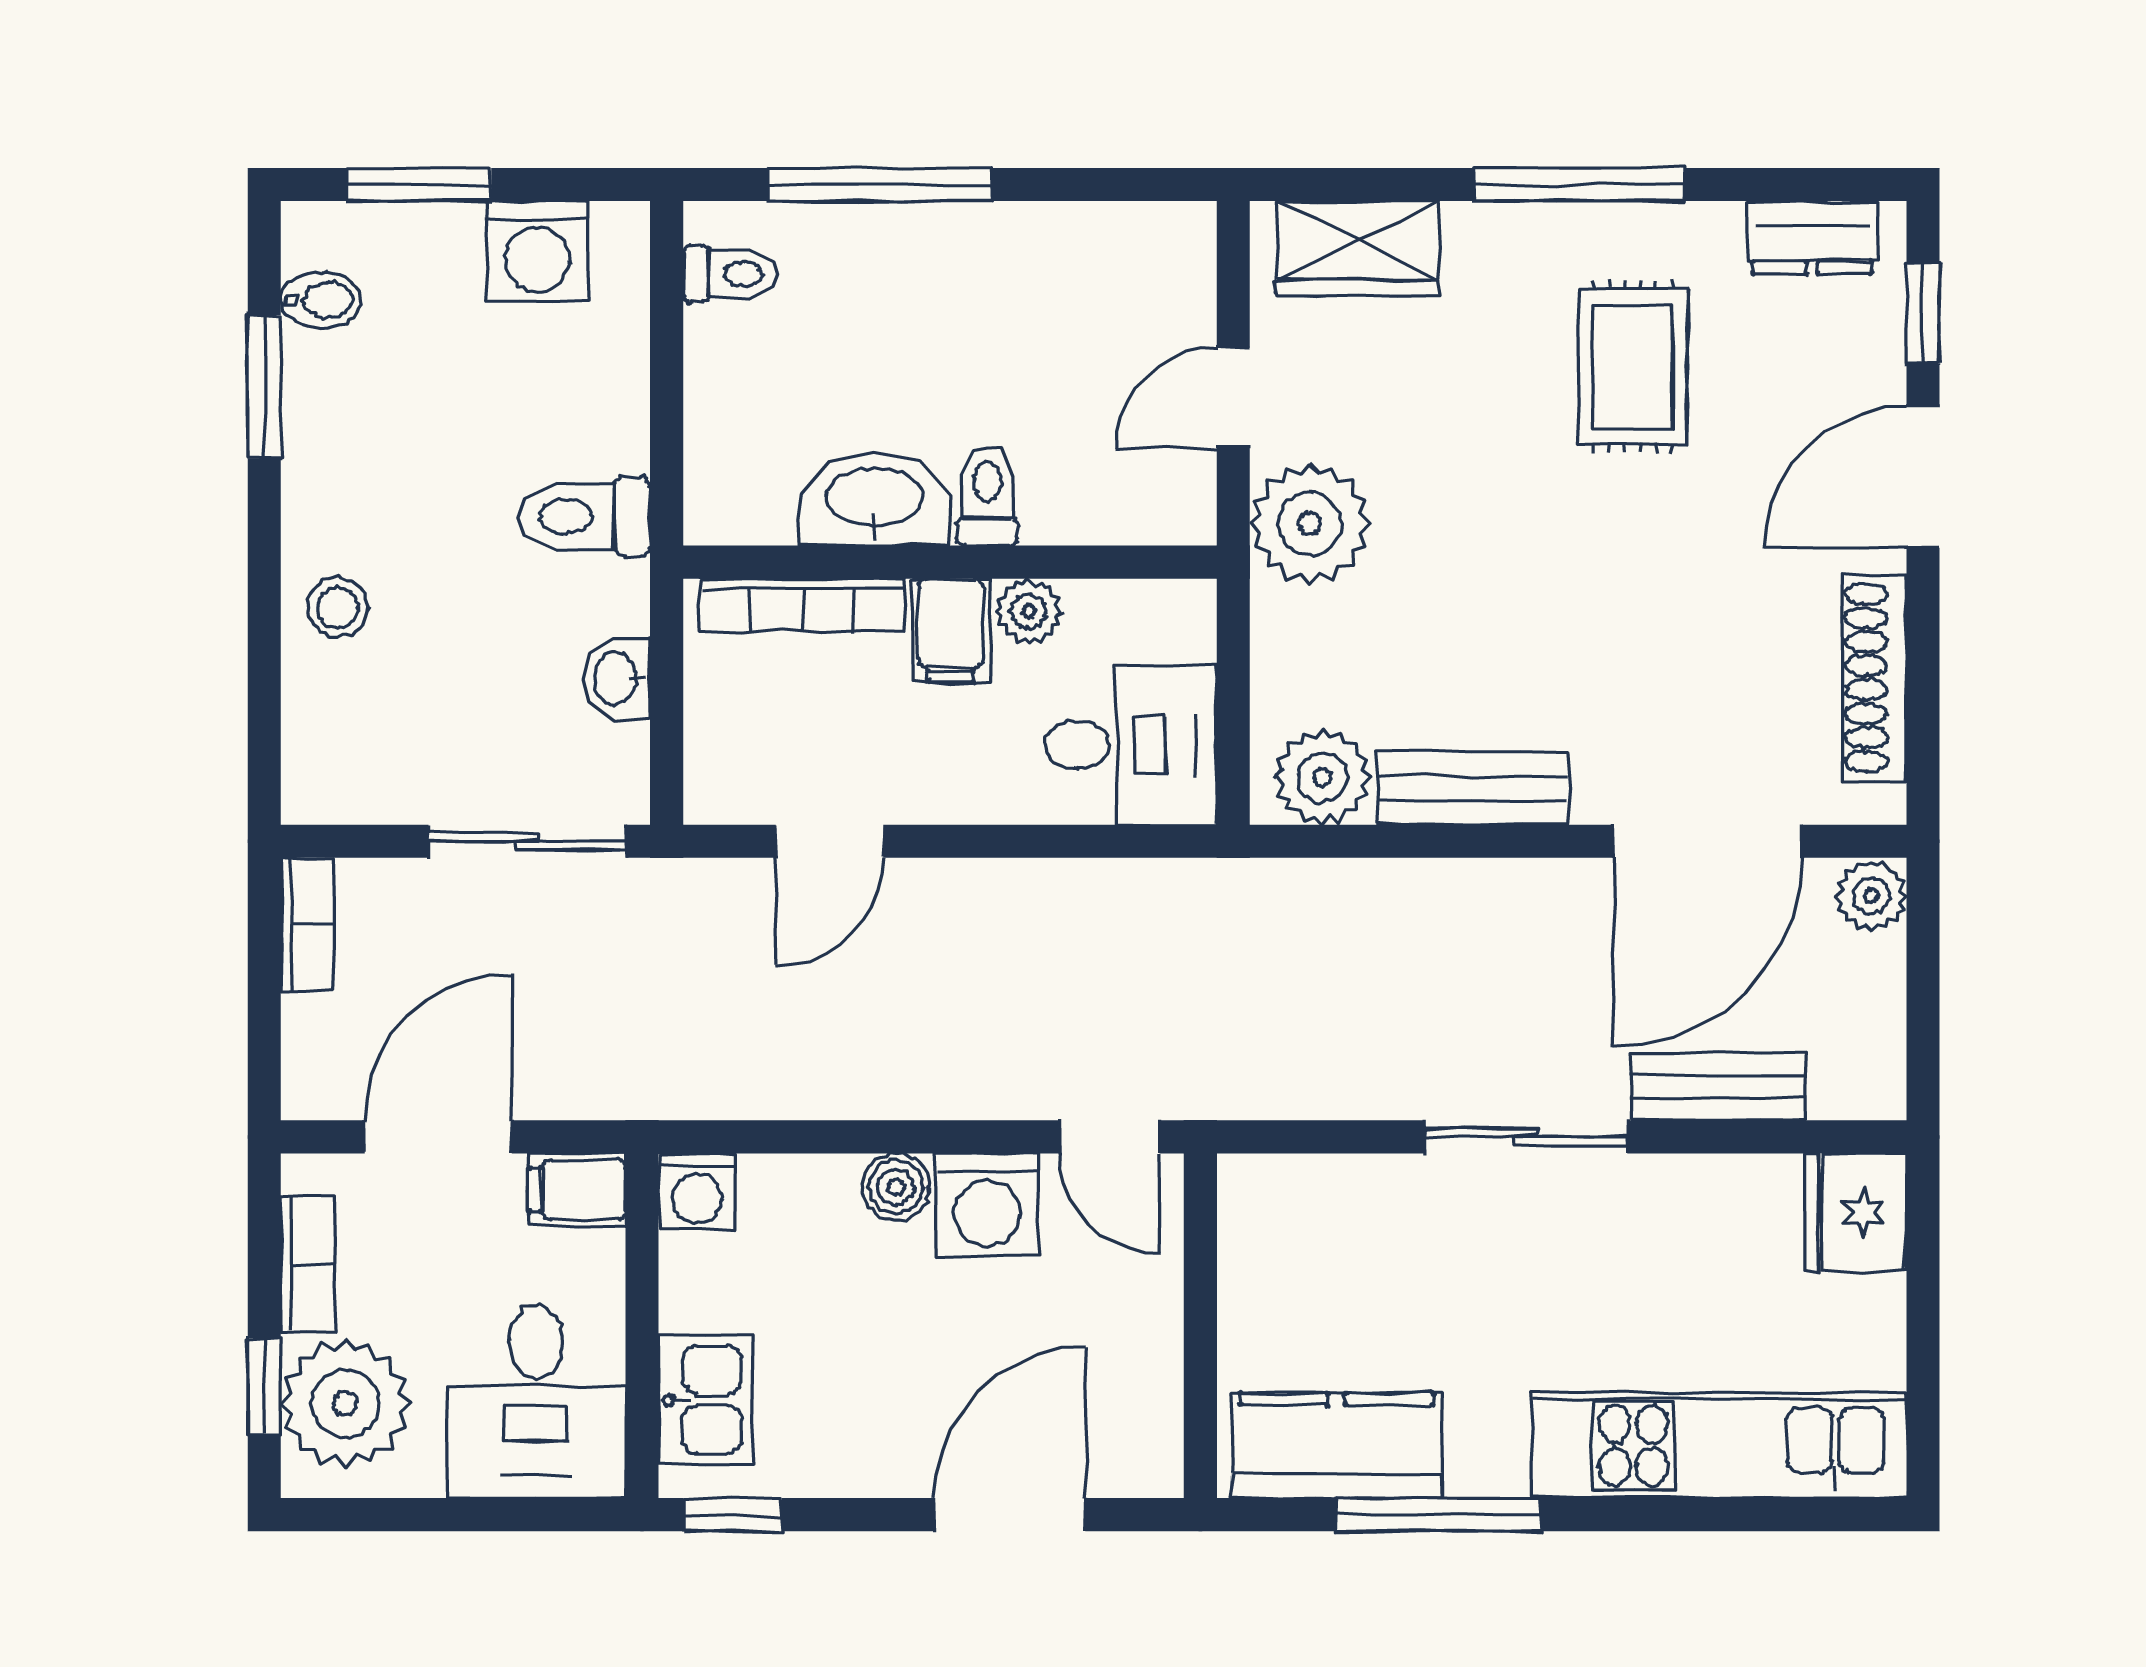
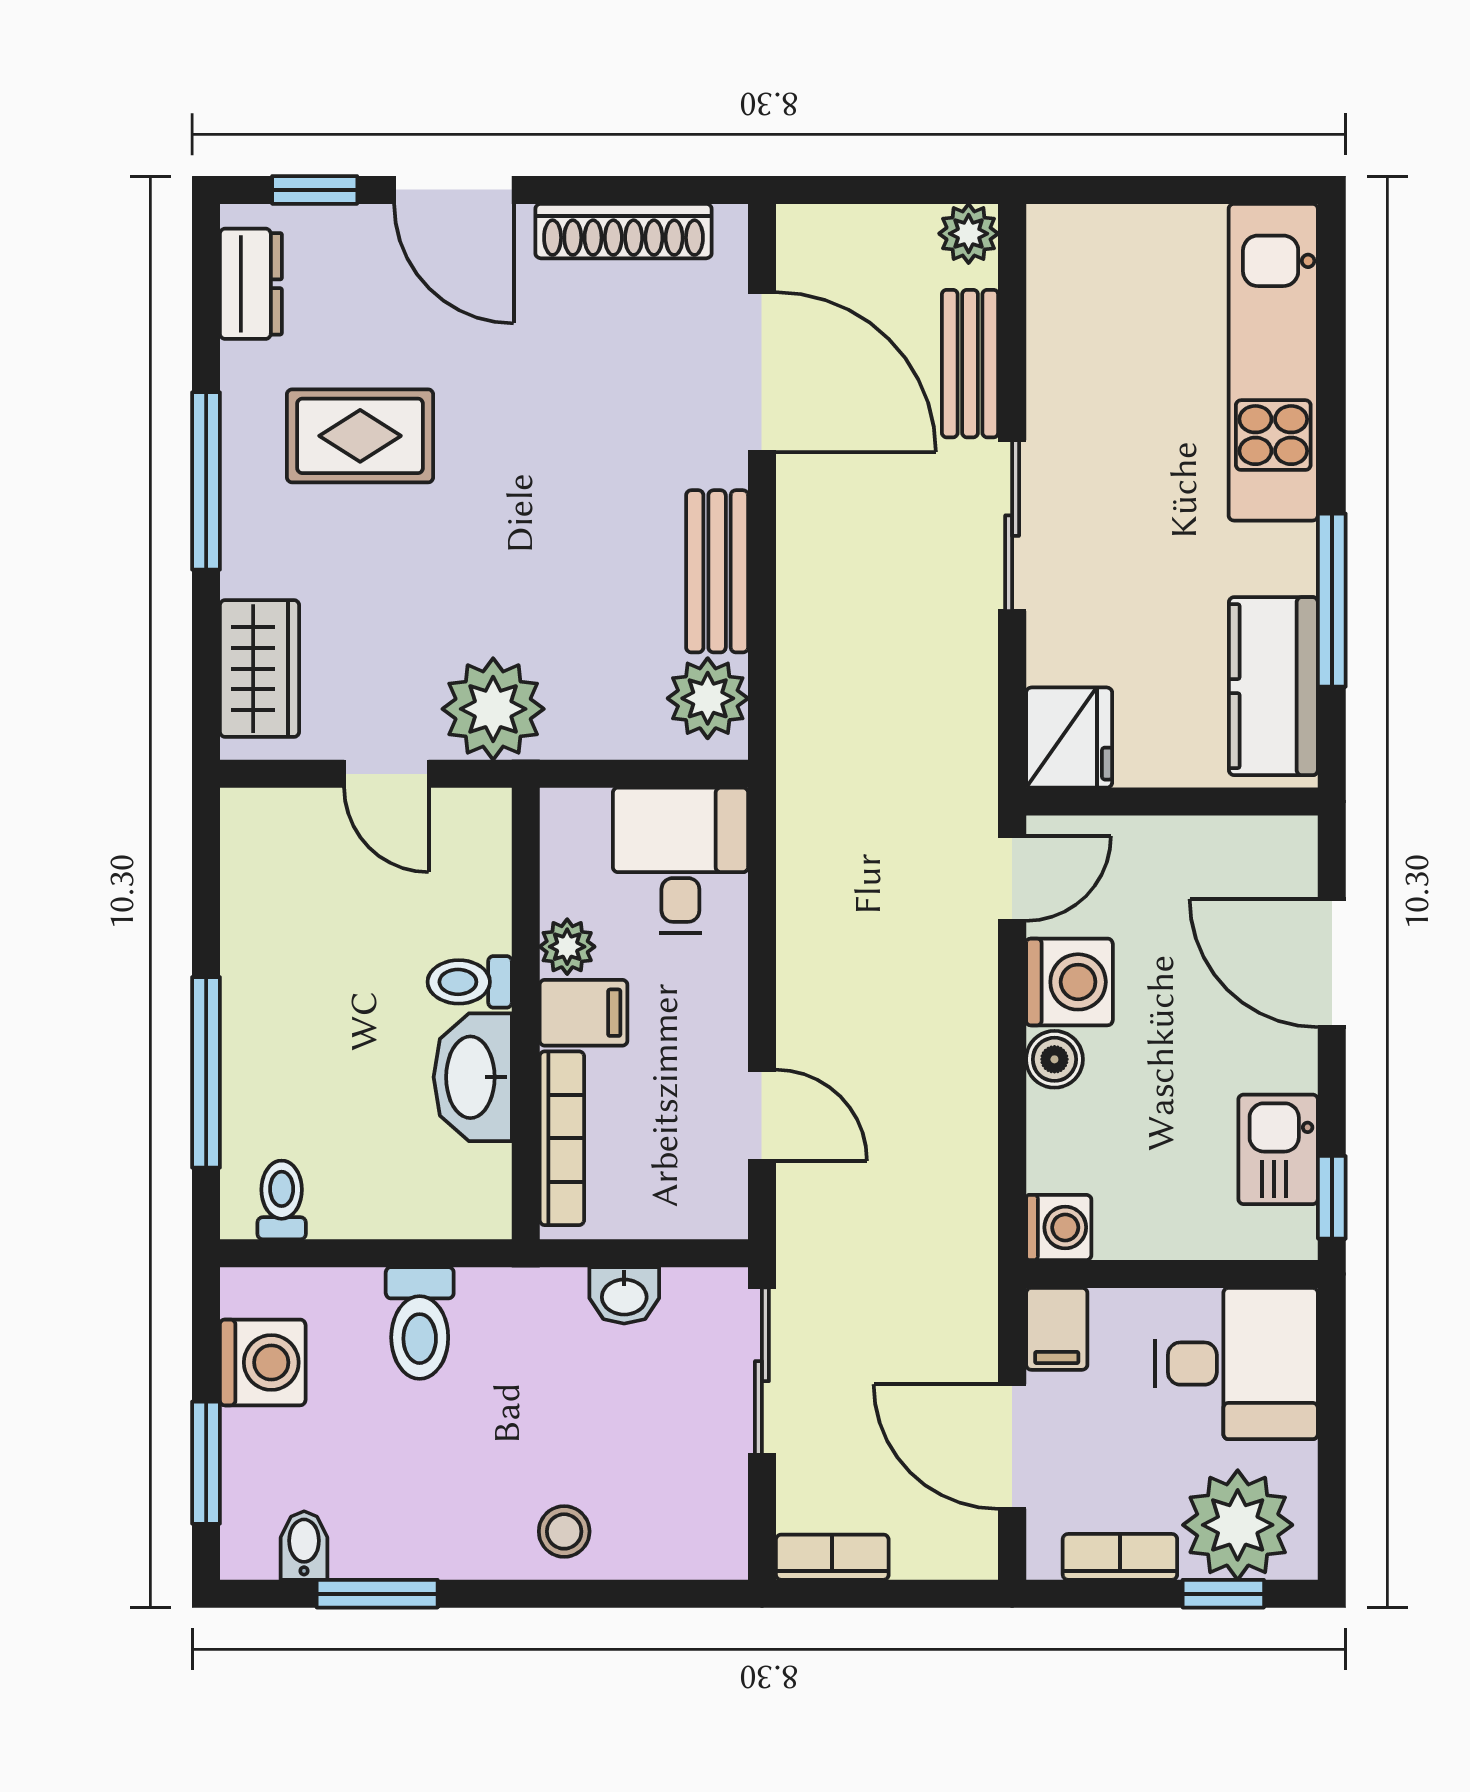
toilet: (584, 517) -> (420, 1323), moved
plant: (1871, 896) -> (969, 234), moved
fridge: (1856, 1212) -> (1069, 738), moved, turned -90
kitchen sink: (705, 1400) -> (1278, 1149), moved, turned -90

